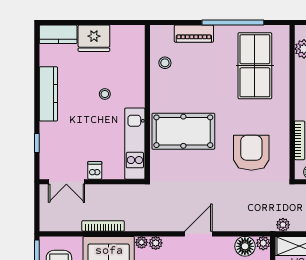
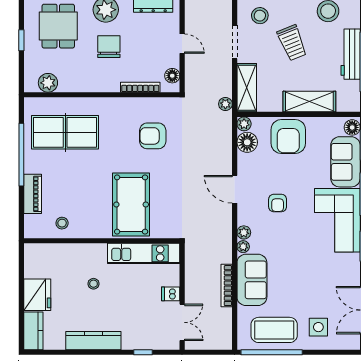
armchair: (251, 153) -> (153, 136), width x0.73, depth x0.73

